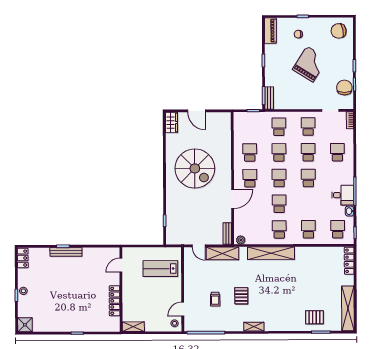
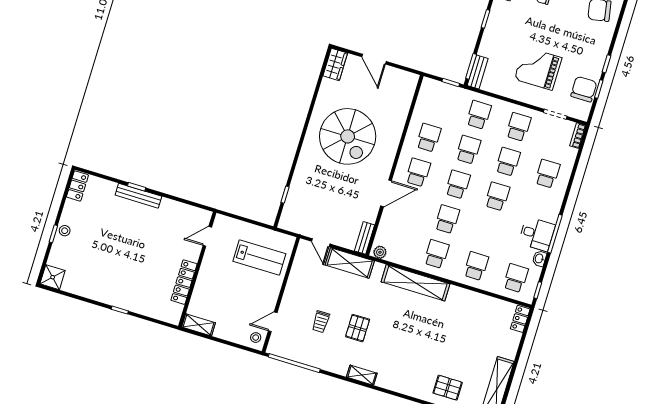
grand piano: (310, 64) -> (538, 68), moved, turned -122
locker: (349, 261) -> (520, 319), width x0.66
lab bench: (160, 269) -> (259, 257), turned 180

